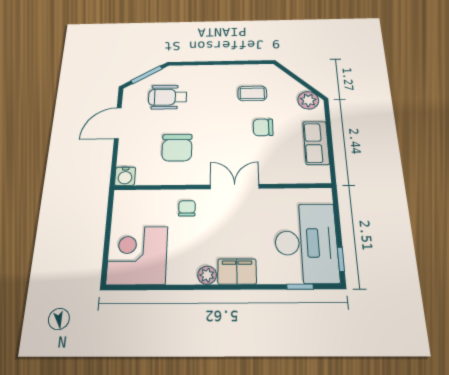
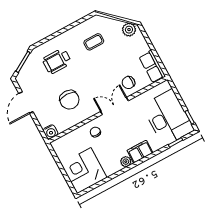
wheelchair: (168, 97) -> (57, 61), moved
chair: (263, 127) -> (129, 82), moved
row of seats: (316, 143) -> (152, 67), moved

